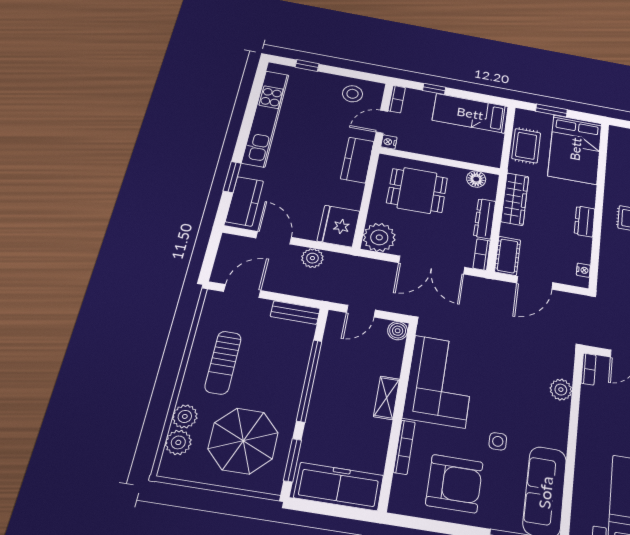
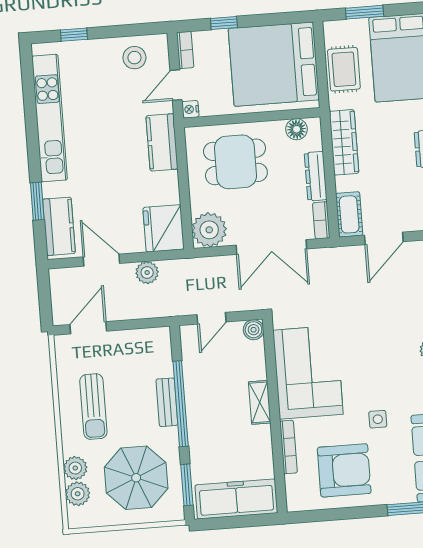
bed: (470, 113) -> (274, 64), width x2.04
bench: (295, 313) -> (167, 402), moved, turned 90

